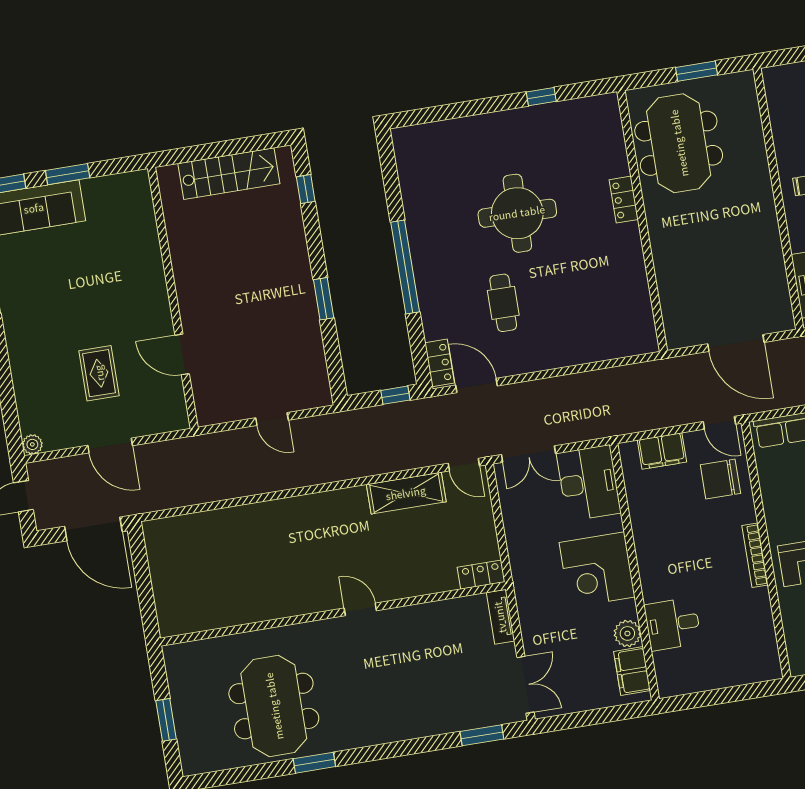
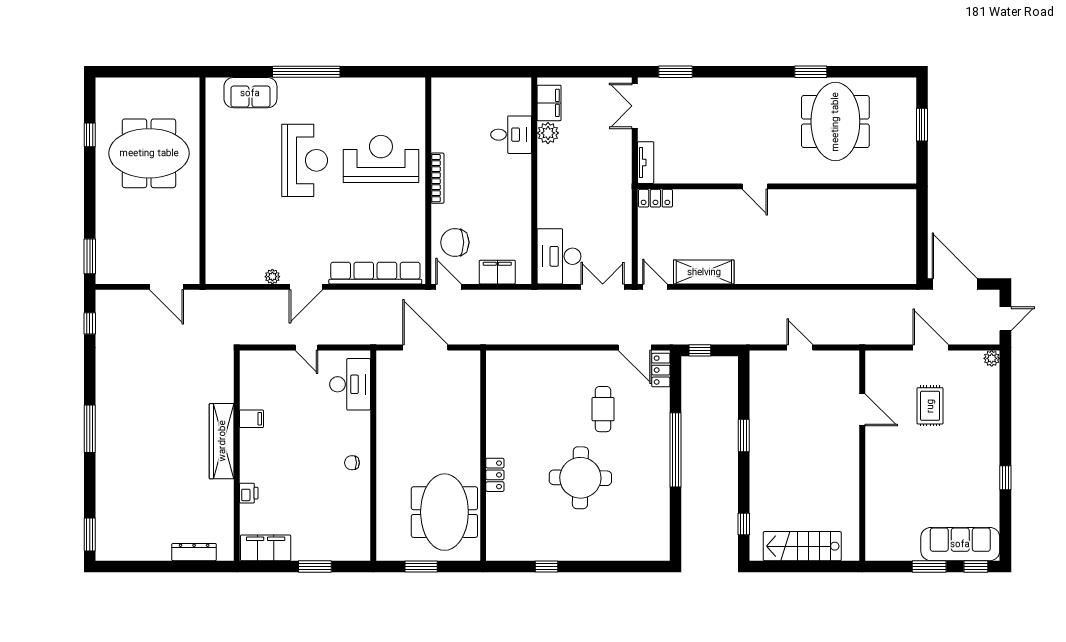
chair: (720, 479) -> (455, 242), turned 180
corner desk: (597, 570) -> (564, 187), removed

